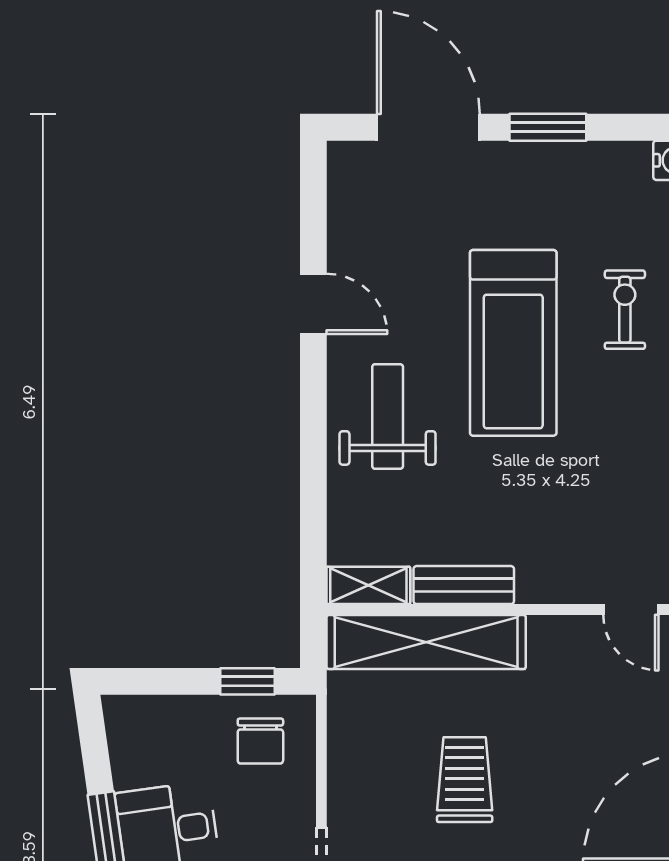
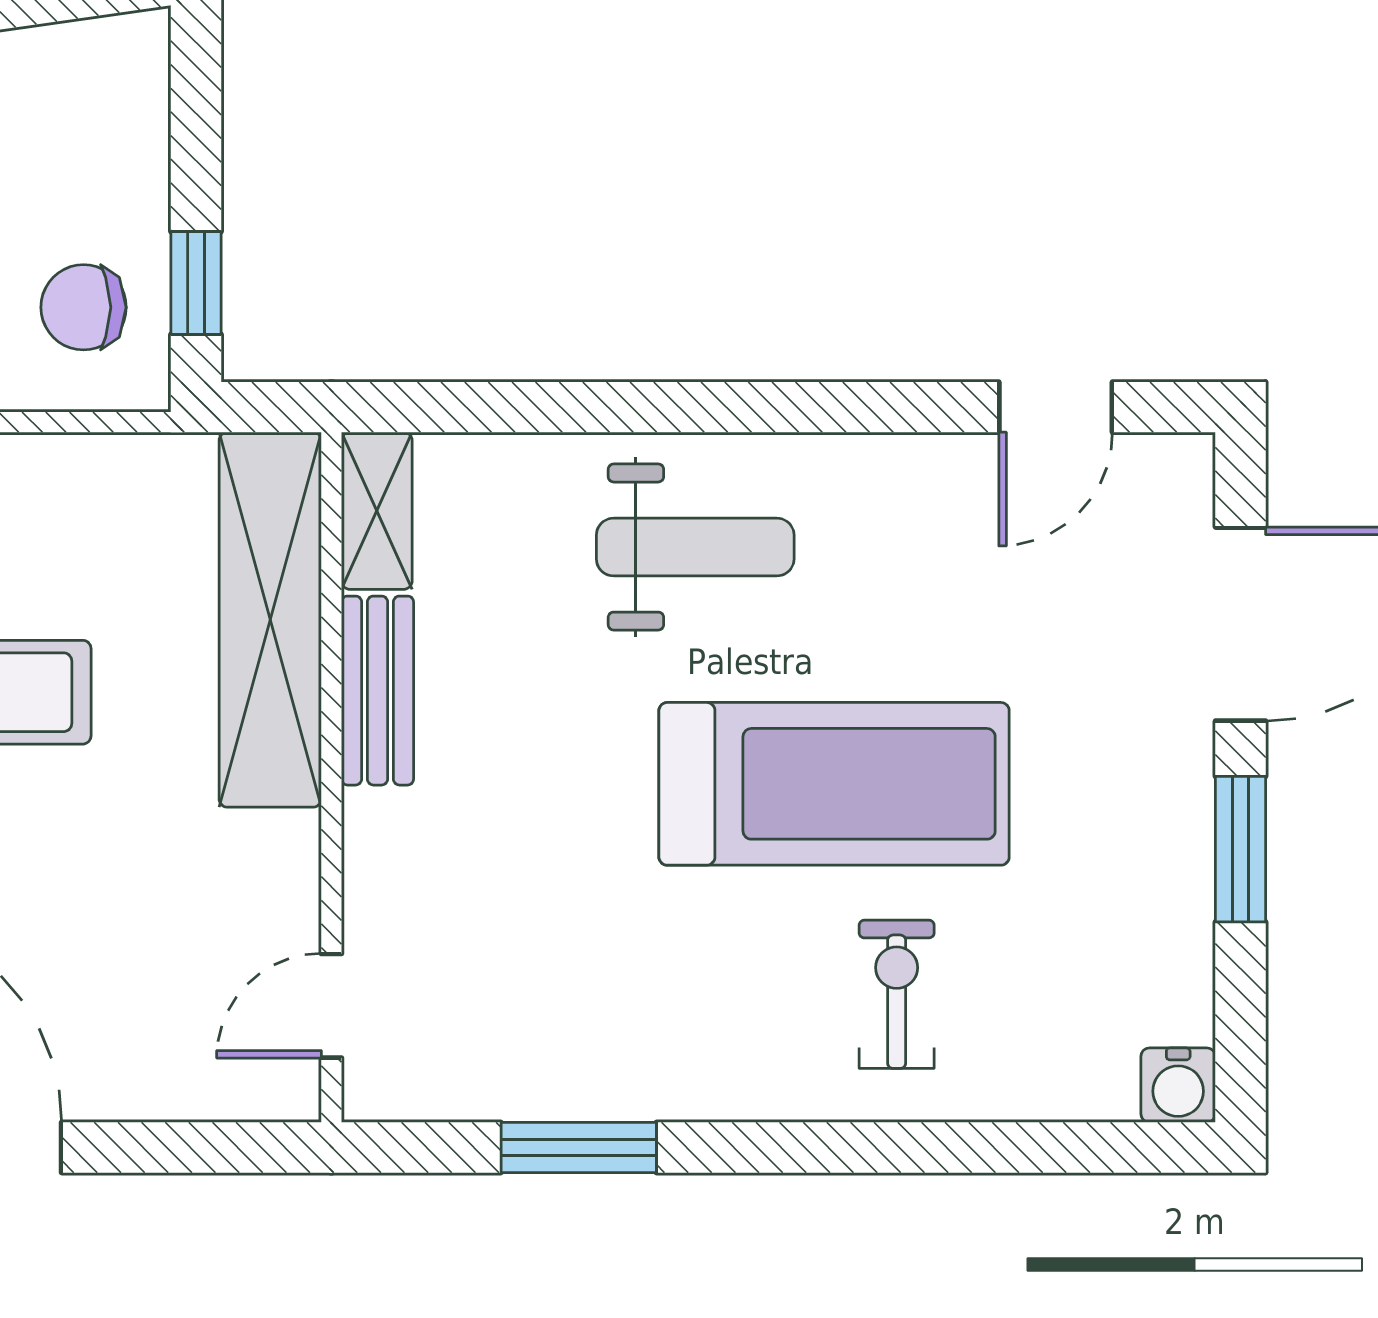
door: (313, 304) -> (1056, 407), moved
exercise bike: (625, 310) -> (897, 994), turned -90
treadmill: (513, 343) -> (834, 784), turned 180

